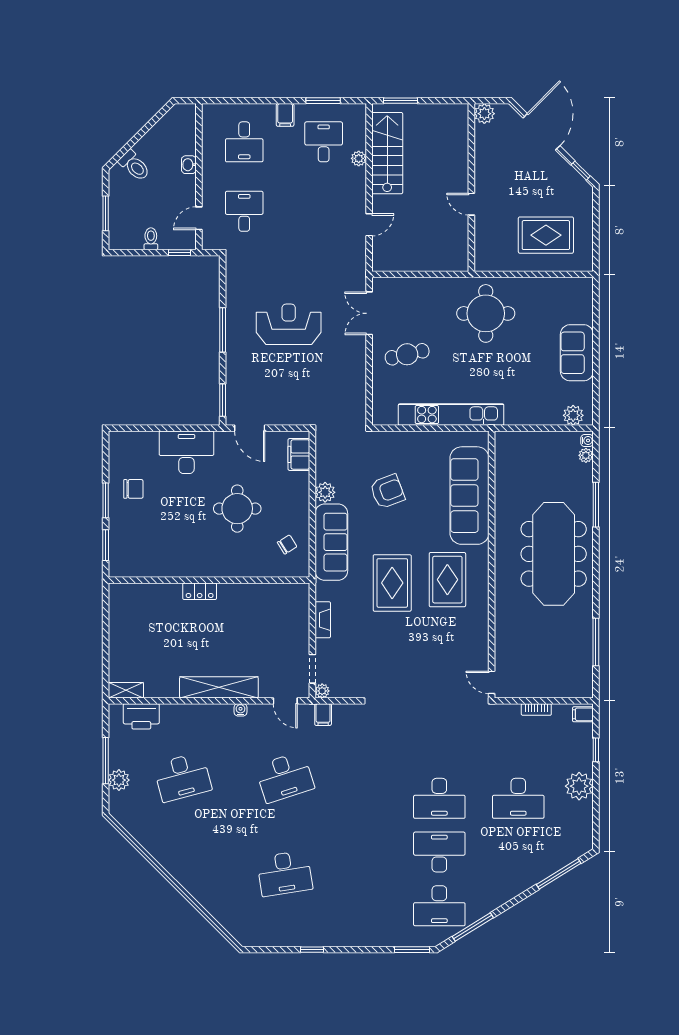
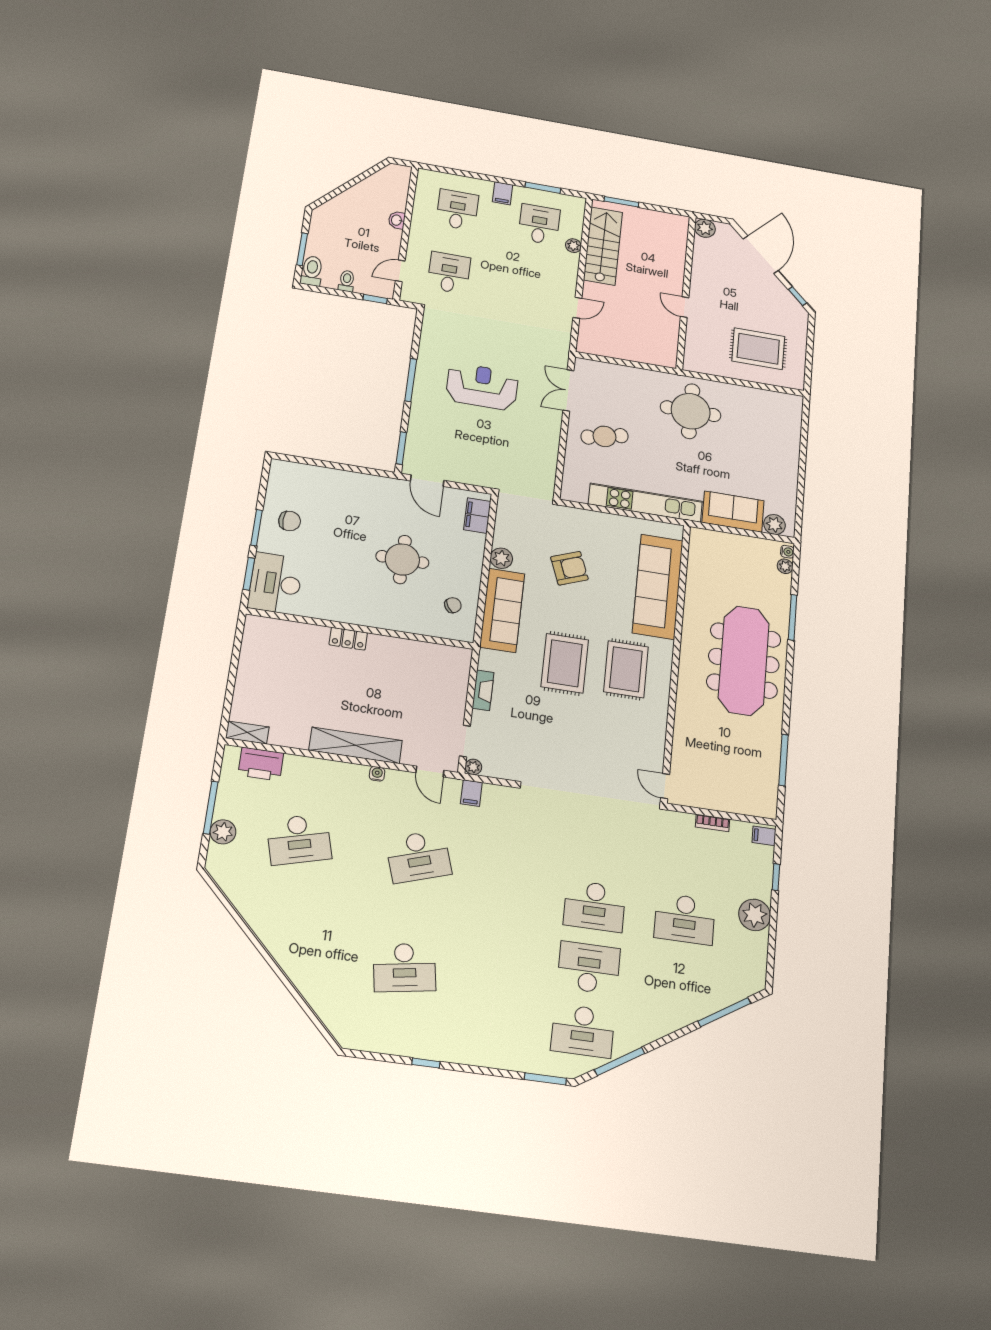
desk: (244, 142) -> (457, 210), turned 180
toilet: (134, 166) -> (312, 271), moved, turned -135
sofa: (577, 353) -> (733, 512), moved, turned 90
desk: (186, 452) -> (275, 583), moved, turned -90

